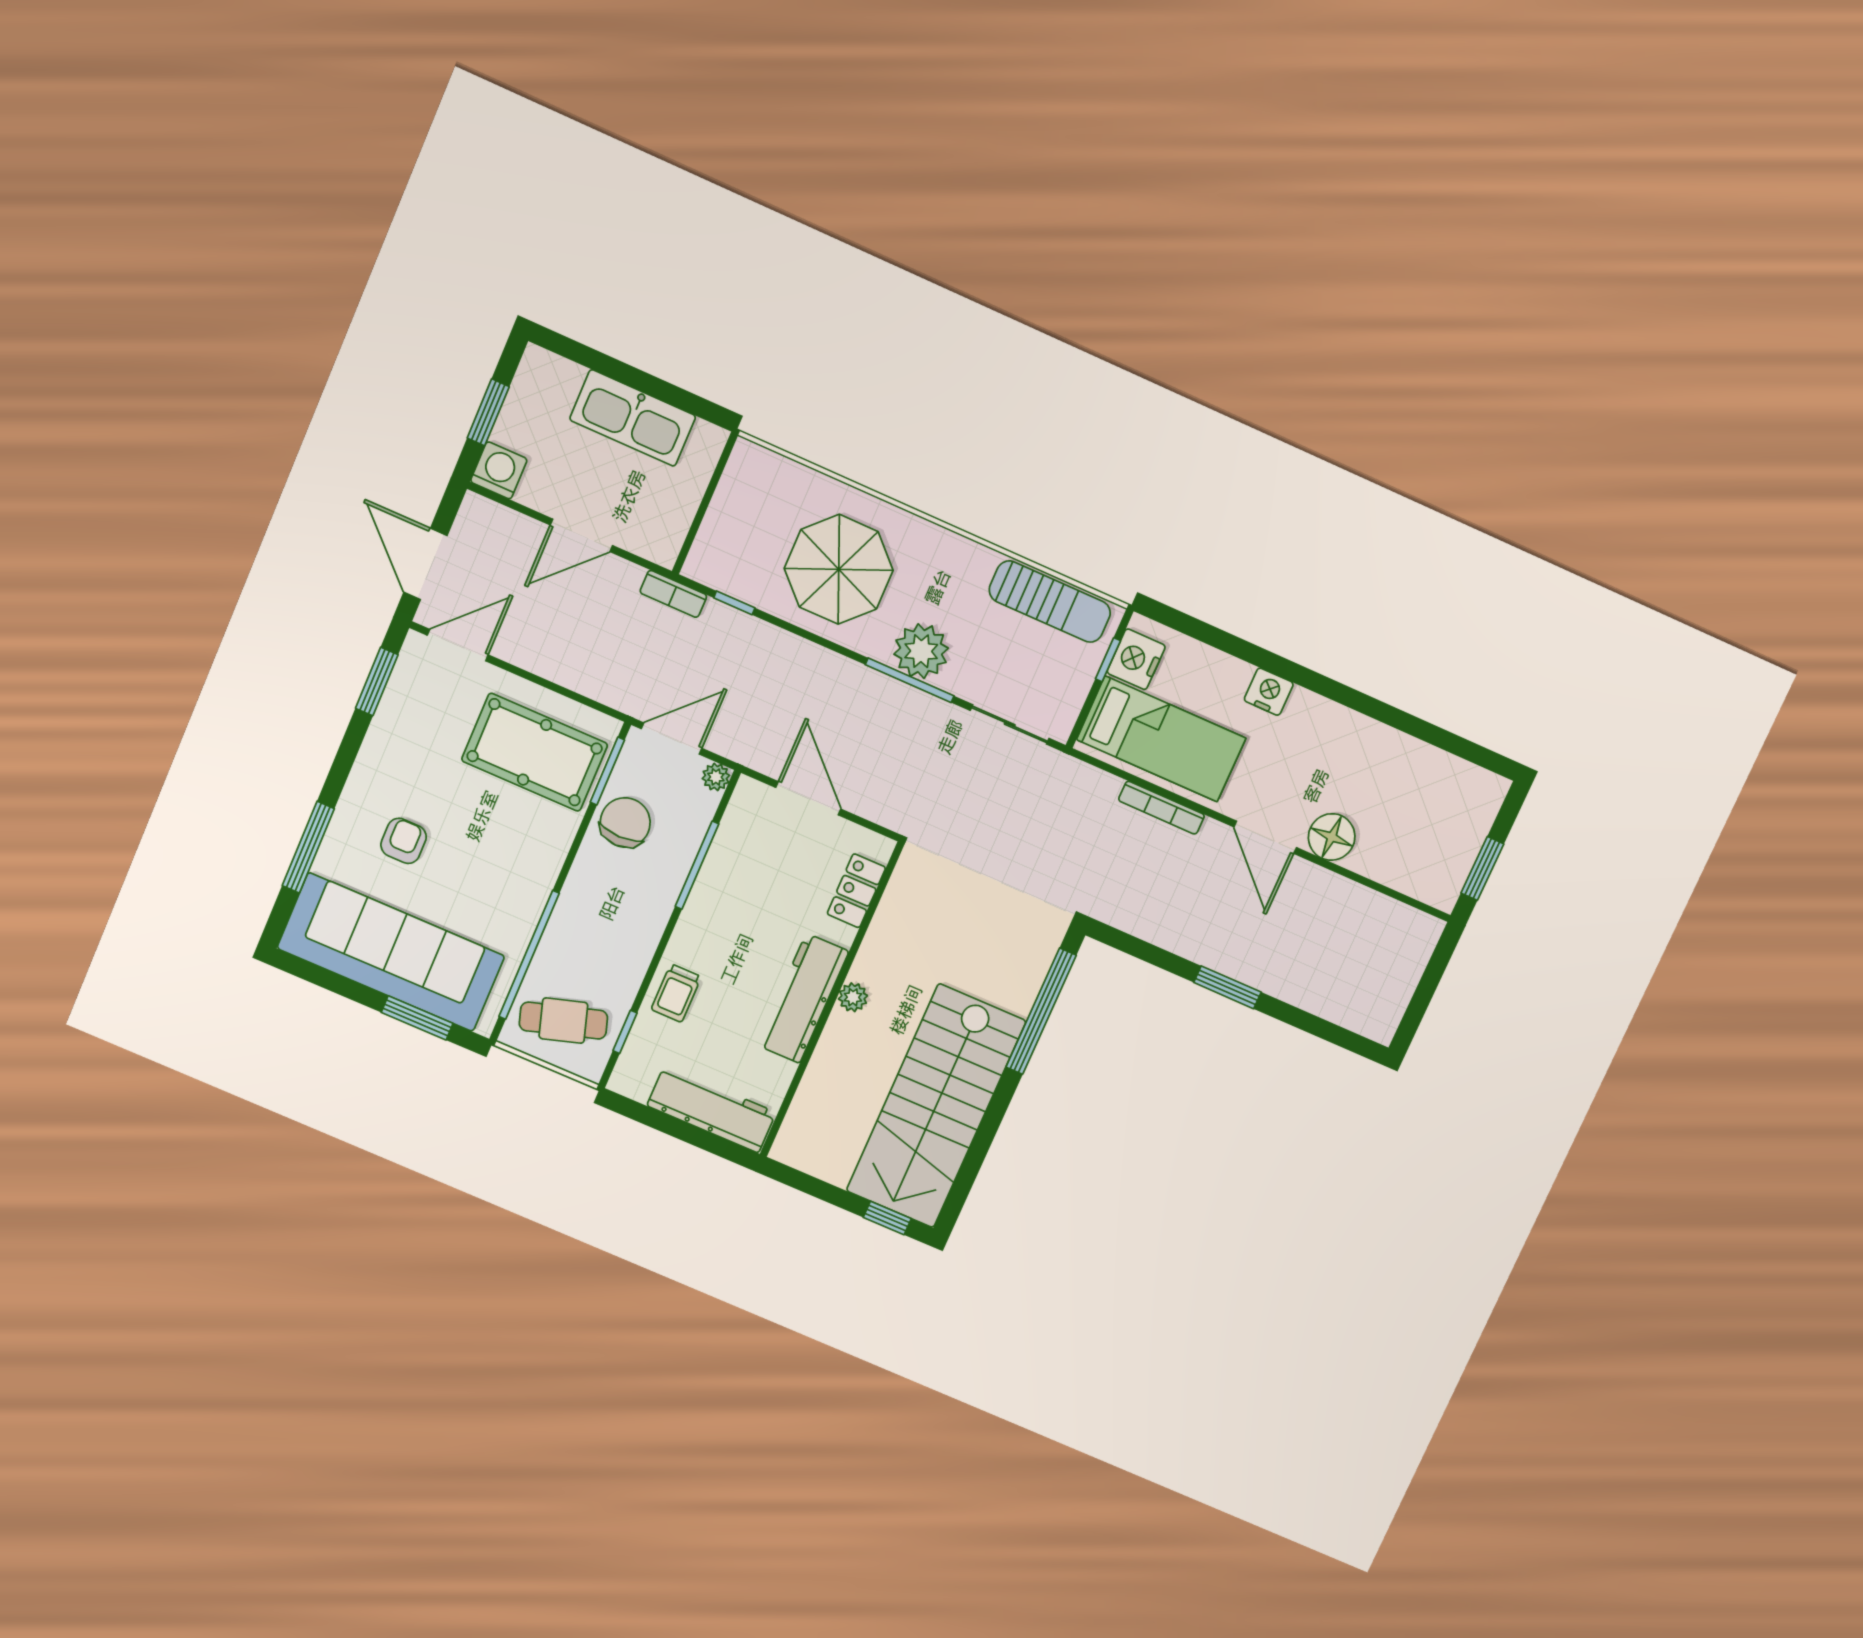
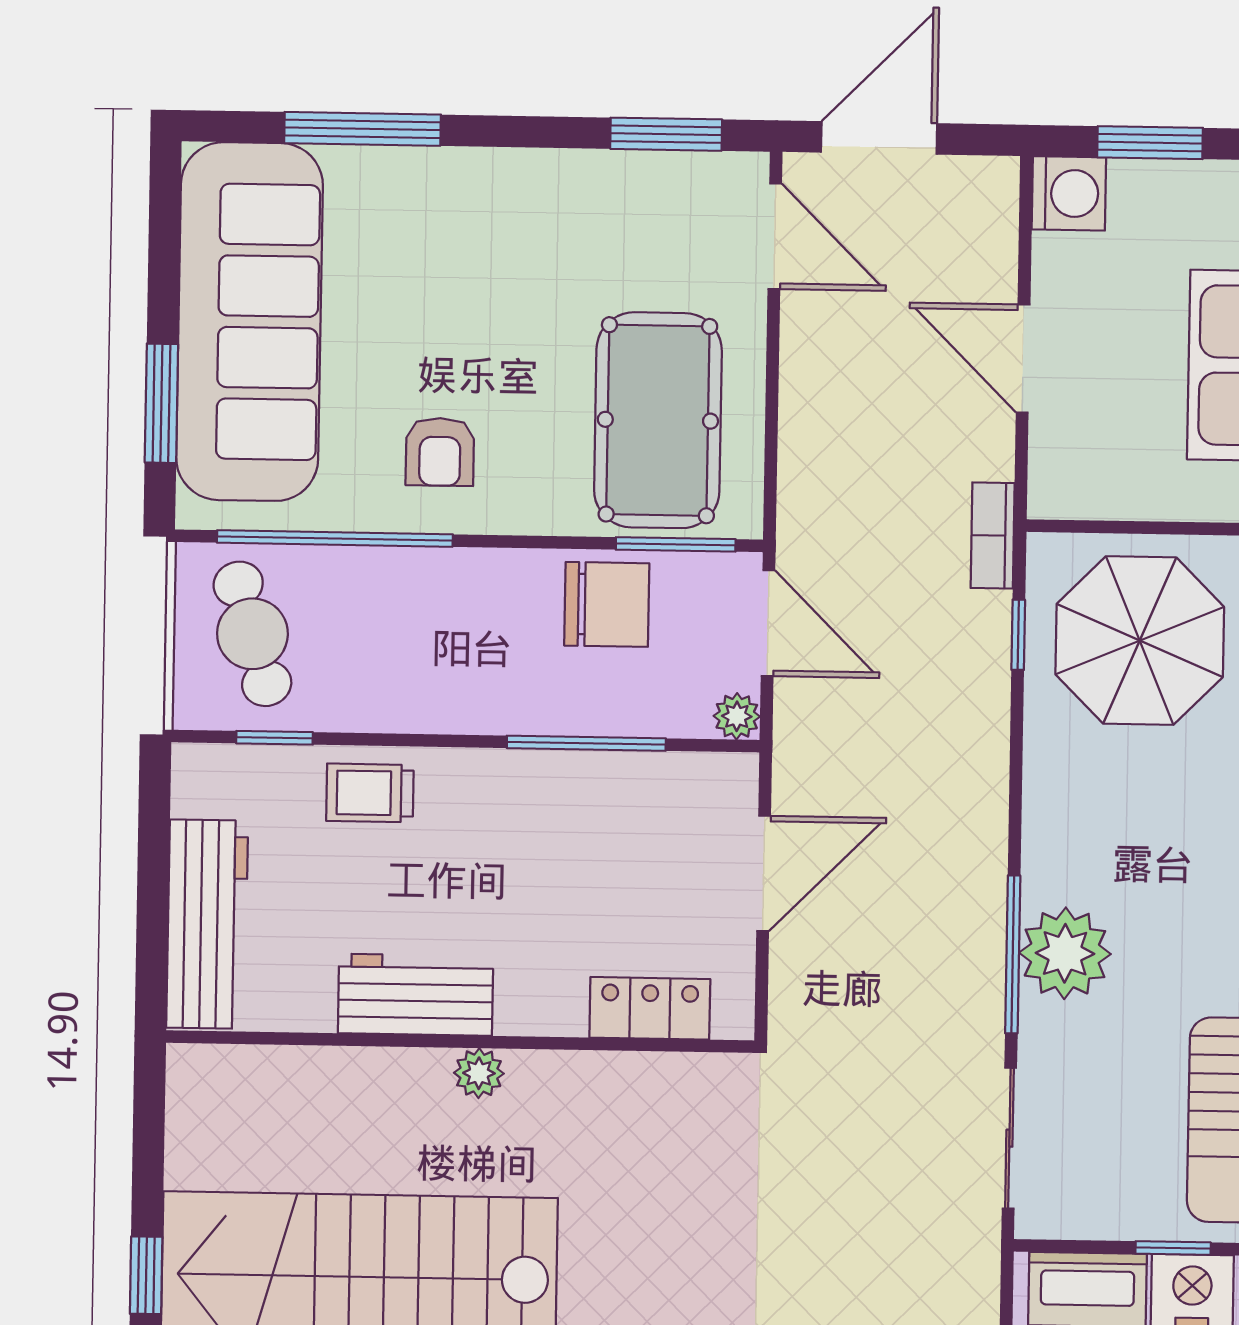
parasol: (839, 569) -> (1140, 641), moved
armchair: (404, 841) -> (440, 452), moved, turned 90
workbench: (803, 998) -> (416, 995), width x0.73

